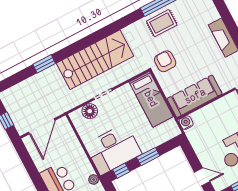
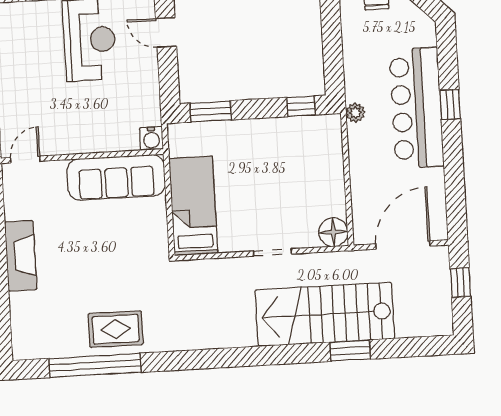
stairs: (95, 60) -> (325, 314), moved
armchair: (165, 61) -> (140, 261), removed
floor lamp: (90, 111) -> (333, 232), moved
desk: (113, 149) -> (298, 149), removed
window: (148, 157) -> (211, 111), moved

